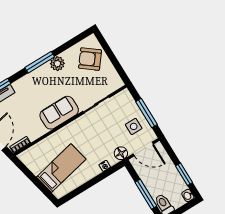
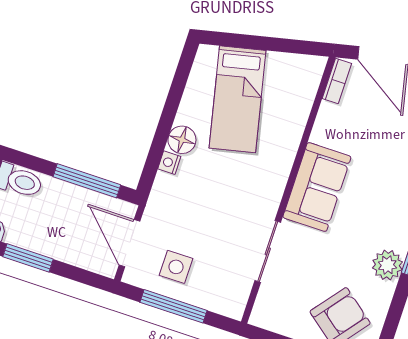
door: (143, 149) -> (129, 243), hinge flipped
floor lamp: (121, 153) -> (182, 140), moved
window: (146, 194) -> (87, 181), moved

